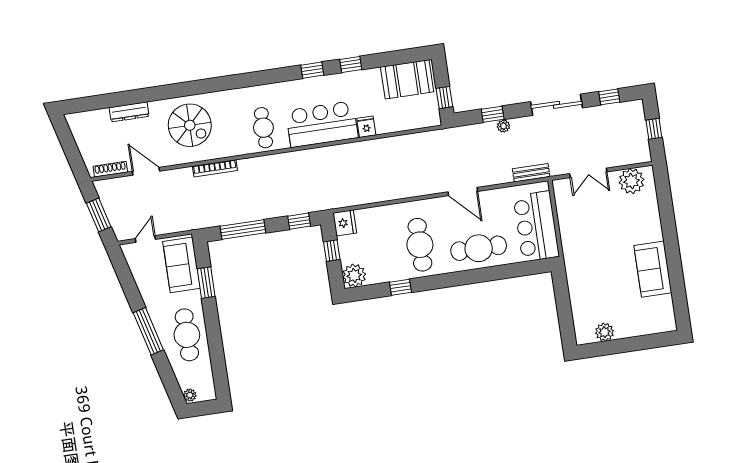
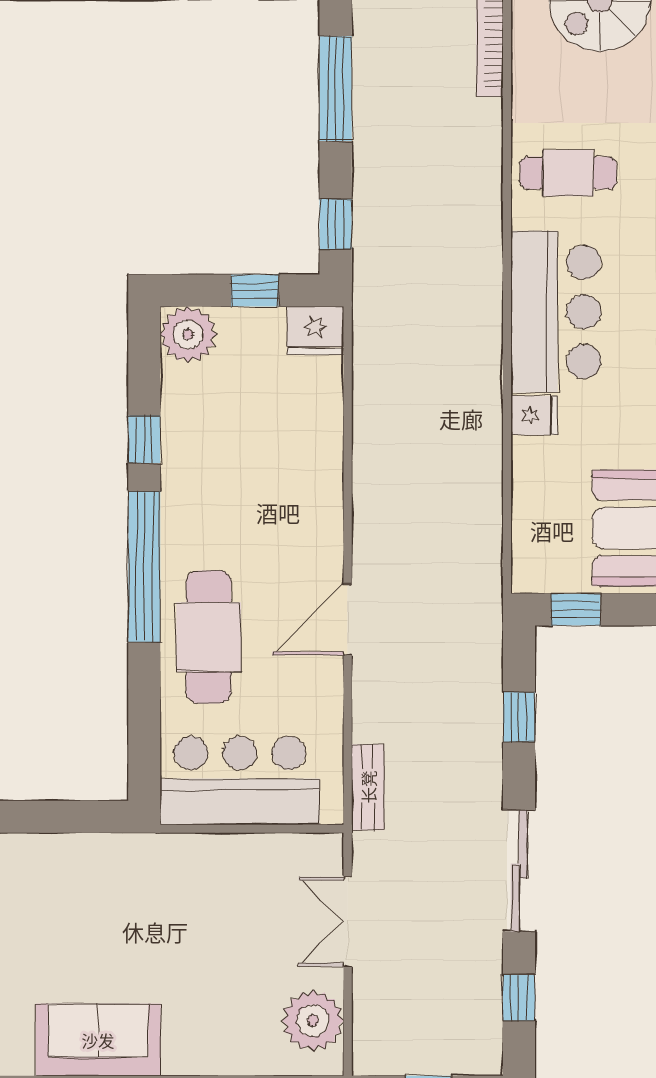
plant: (504, 126) -> (488, 739), removed
cafe table: (420, 245) -> (238, 500), removed
window: (453, 279) -> (144, 567), added

